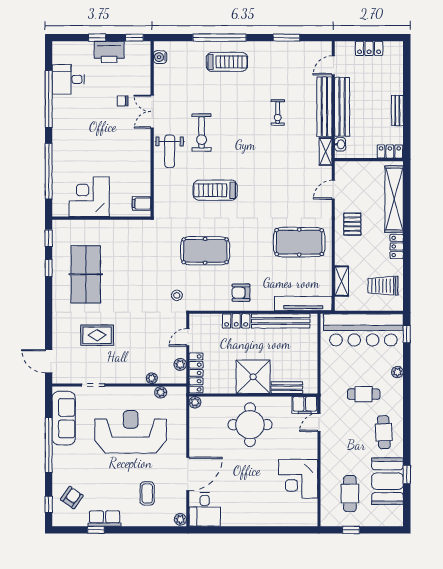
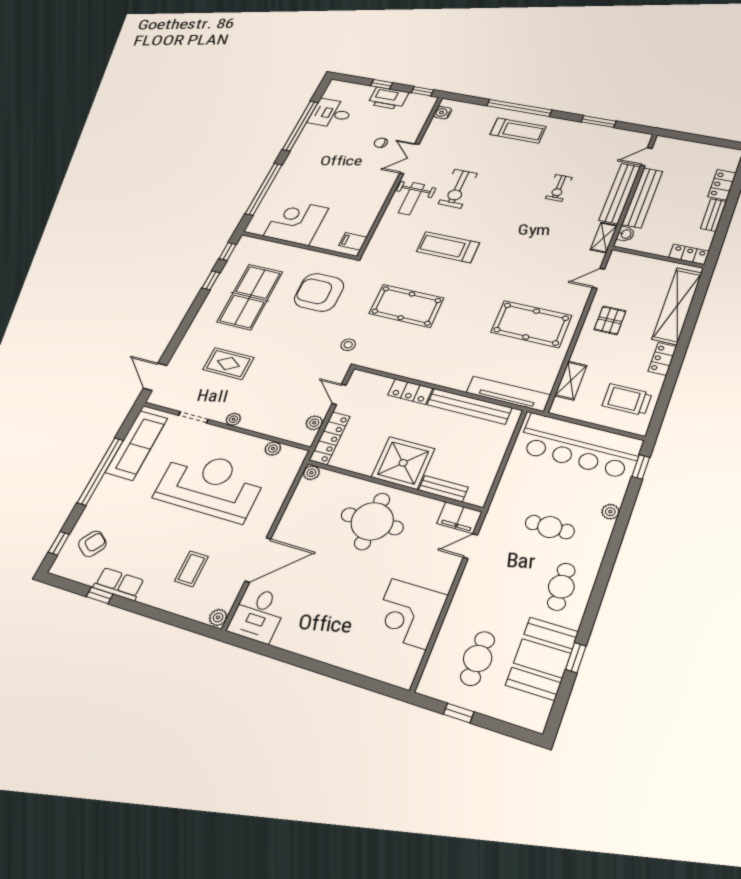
locker: (369, 48) -> (722, 185), moved, turned 90
armchair: (241, 293) -> (319, 292), moved, width x1.88, depth x1.88
door: (188, 337) -> (339, 394), hinge flipped
plant: (152, 378) -> (233, 419), moved

